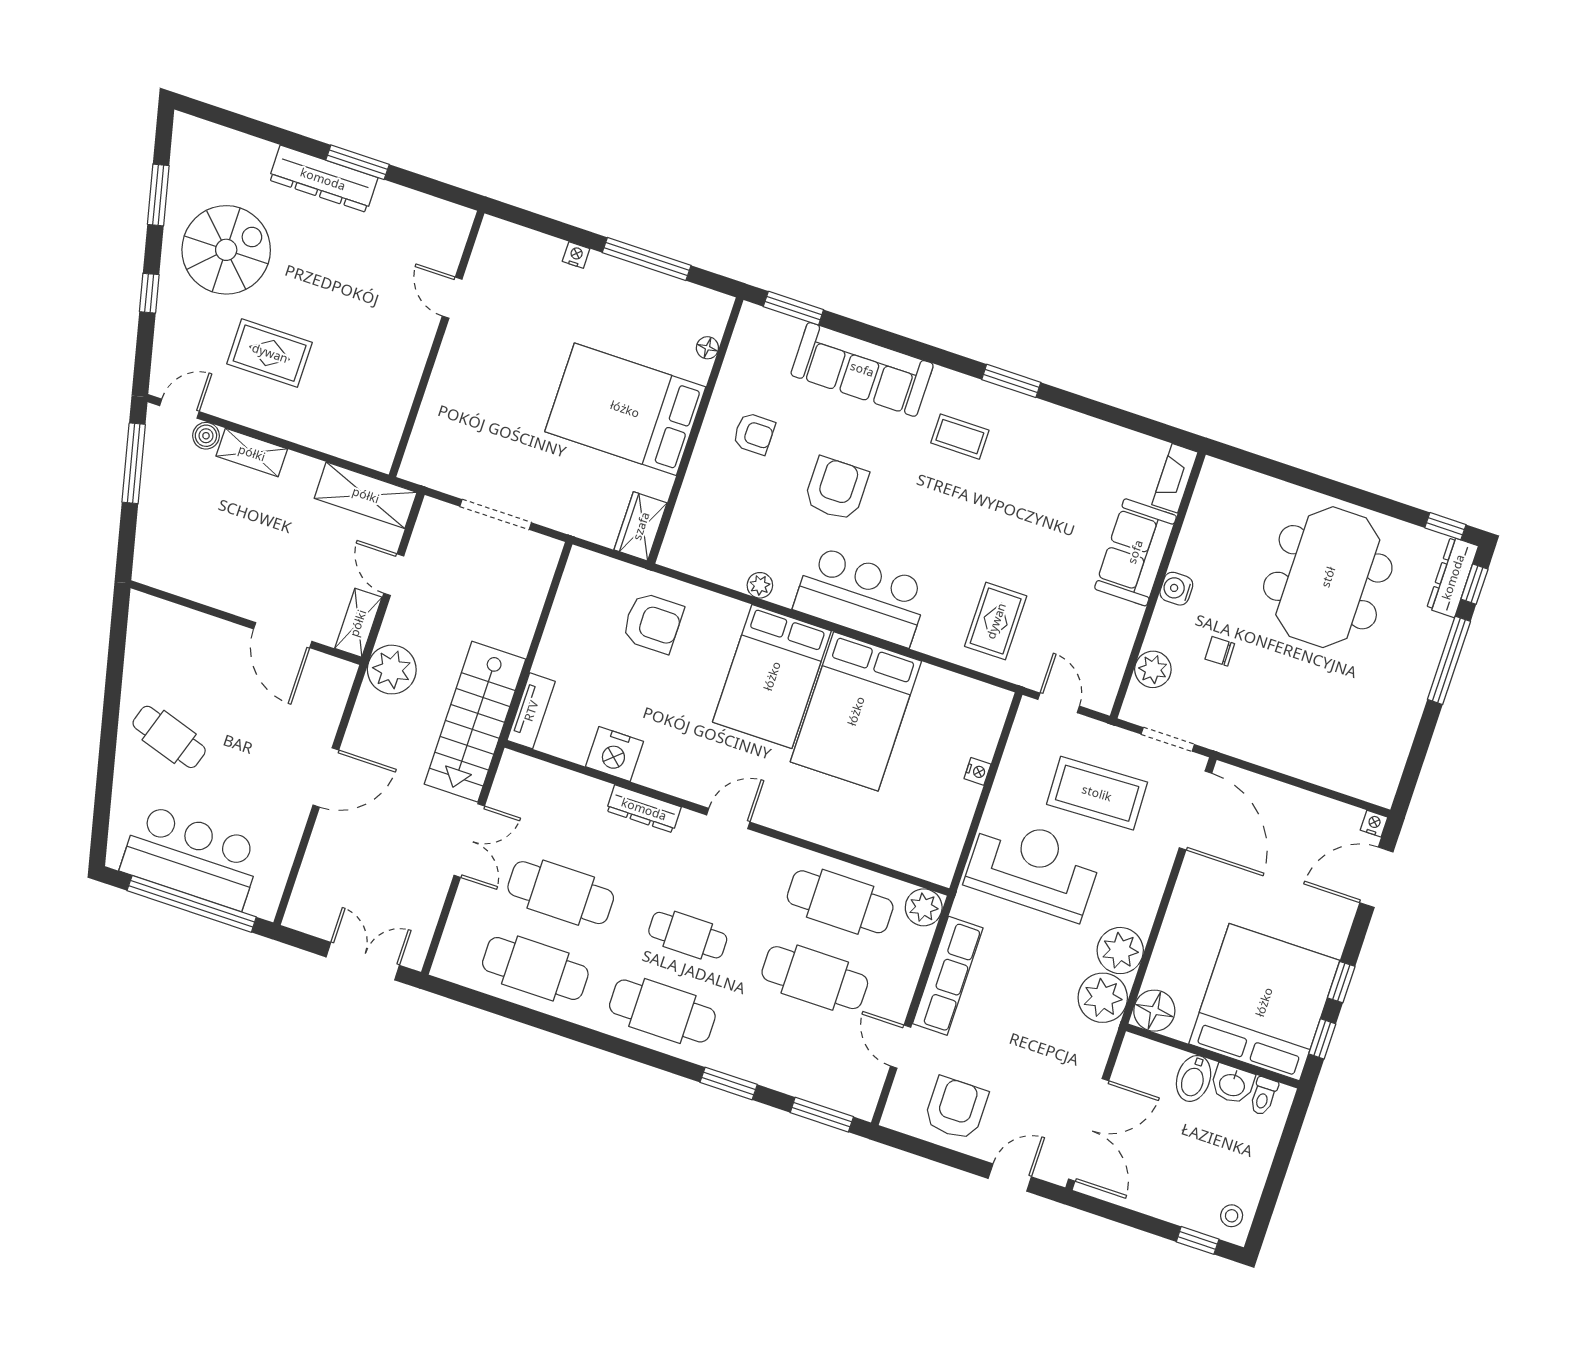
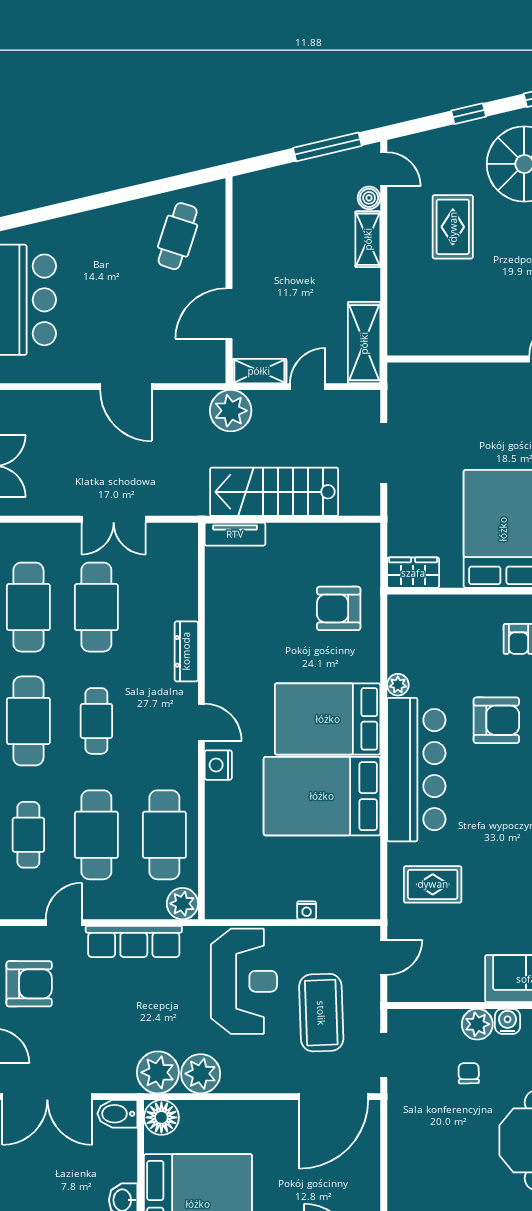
bar counter: (861, 596) -> (416, 770), width x1.36
armchair: (653, 623) -> (339, 608), turned 90
plant: (1153, 669) -> (477, 1024), moved
stairs: (475, 722) -> (274, 492), moved
cafe table: (169, 737) -> (178, 236), moved
nightstand: (614, 754) -> (218, 765), moved, width x0.74, depth x0.75
cafe table: (789, 1053) -> (28, 835), added
bidet: (1194, 1078) -> (117, 1114), moved

